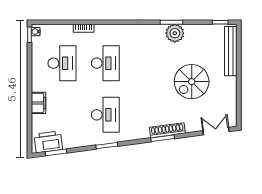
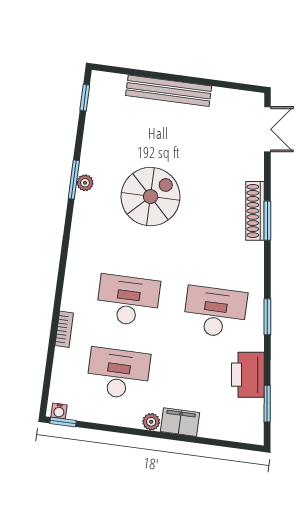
plant: (175, 33) -> (85, 183), width x0.53, depth x0.53
bench: (231, 51) -> (169, 91), moved
spiral stairs: (192, 82) -> (151, 197), moved, turned -90
plant: (36, 86) -> (151, 422), added
double door: (216, 131) -> (267, 129), swing flipped
printer: (48, 142) -> (248, 375), moved

